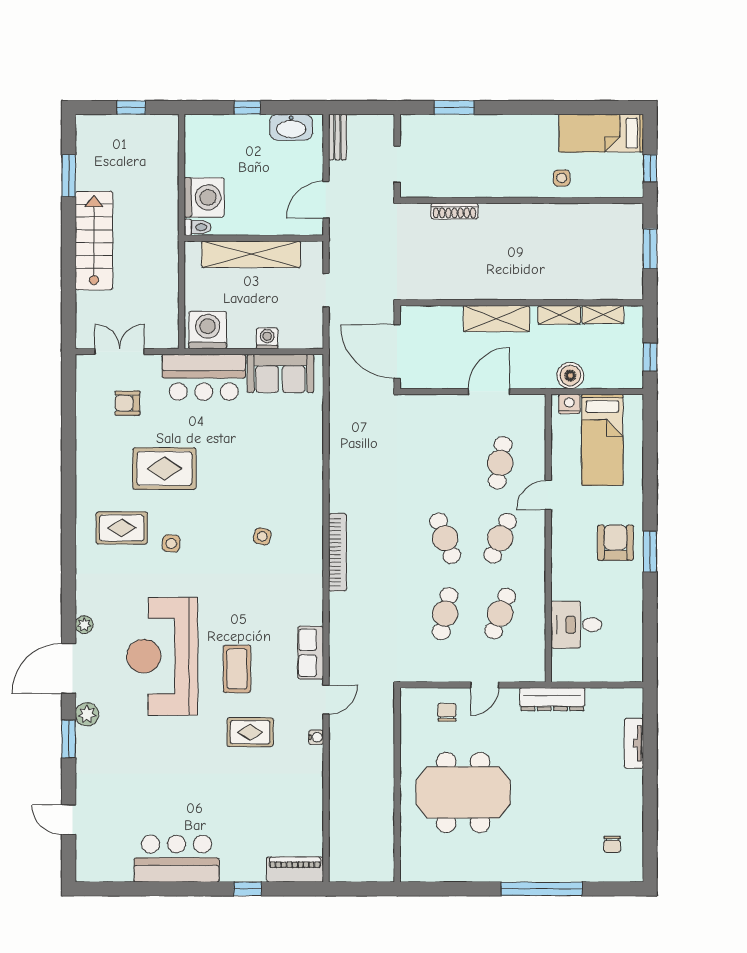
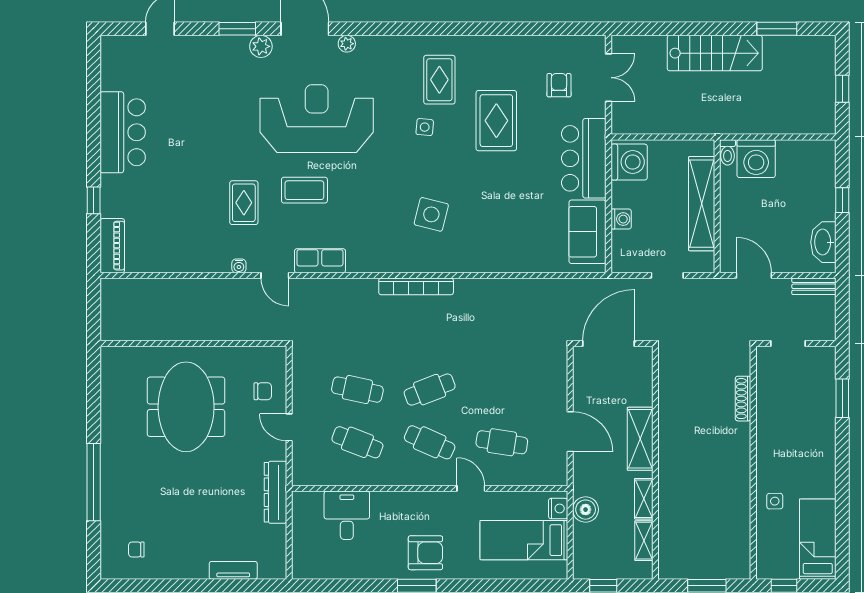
side table: (262, 536) -> (431, 214), width x1.87, depth x1.87

